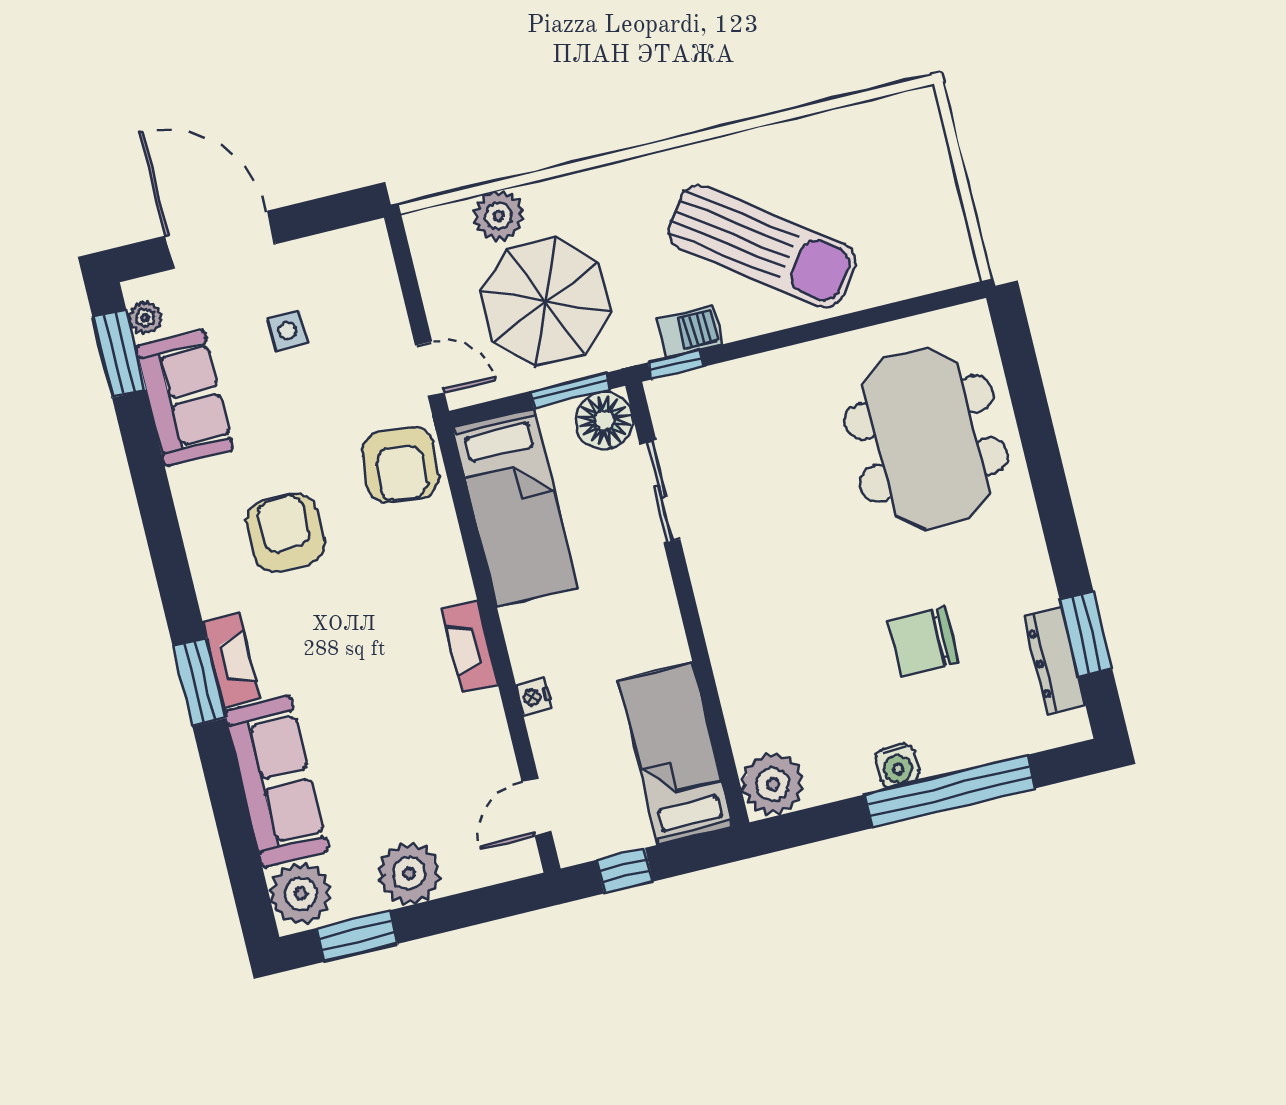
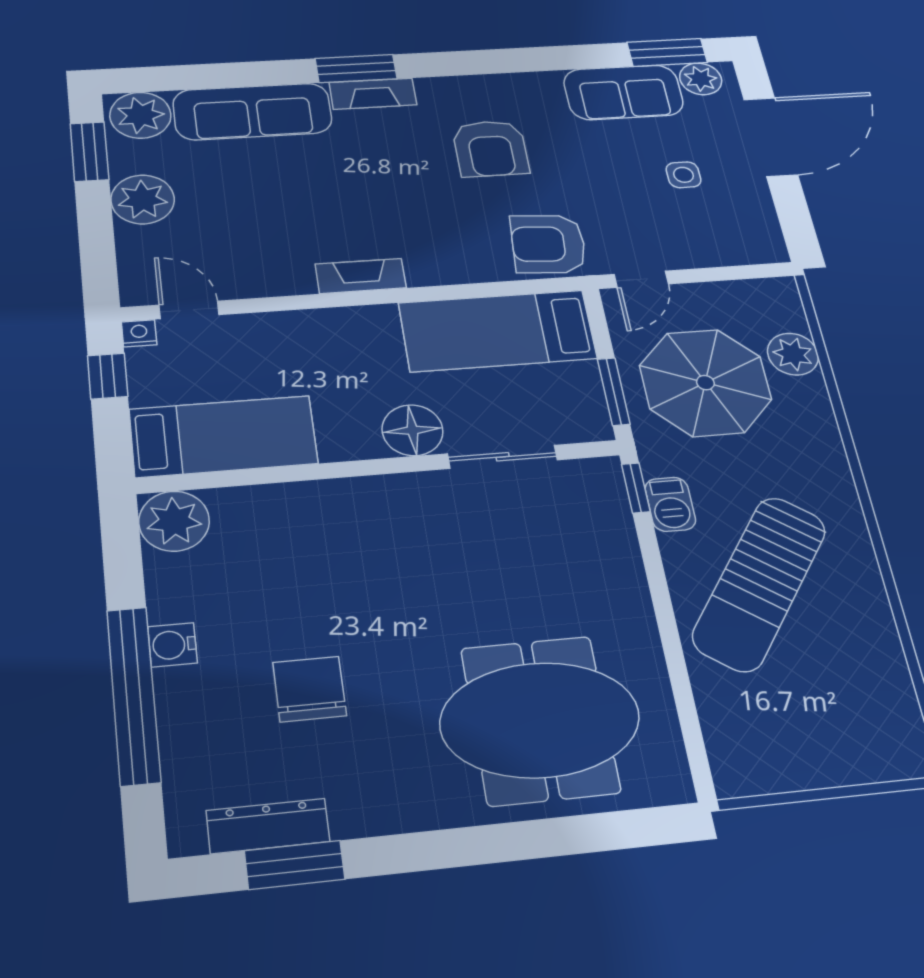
plant: (145, 318) -> (701, 79), width x1.38, depth x1.38
floor lamp: (604, 420) -> (412, 430), moved
armchair: (285, 532) -> (490, 148), turned 90
nightstand: (534, 697) -> (139, 333), moved

